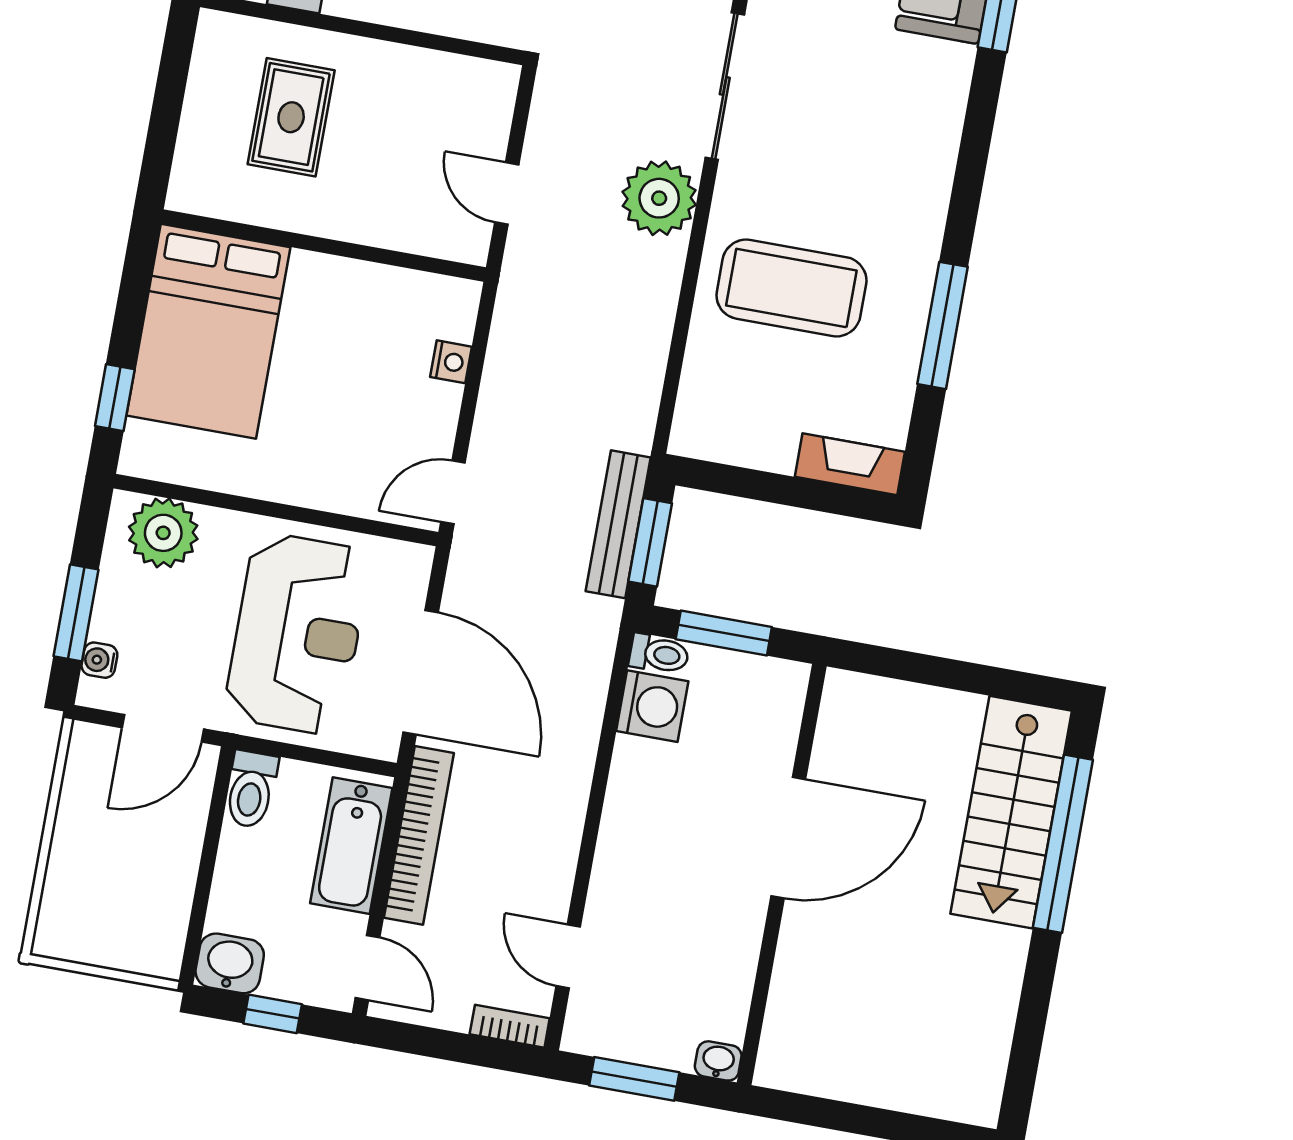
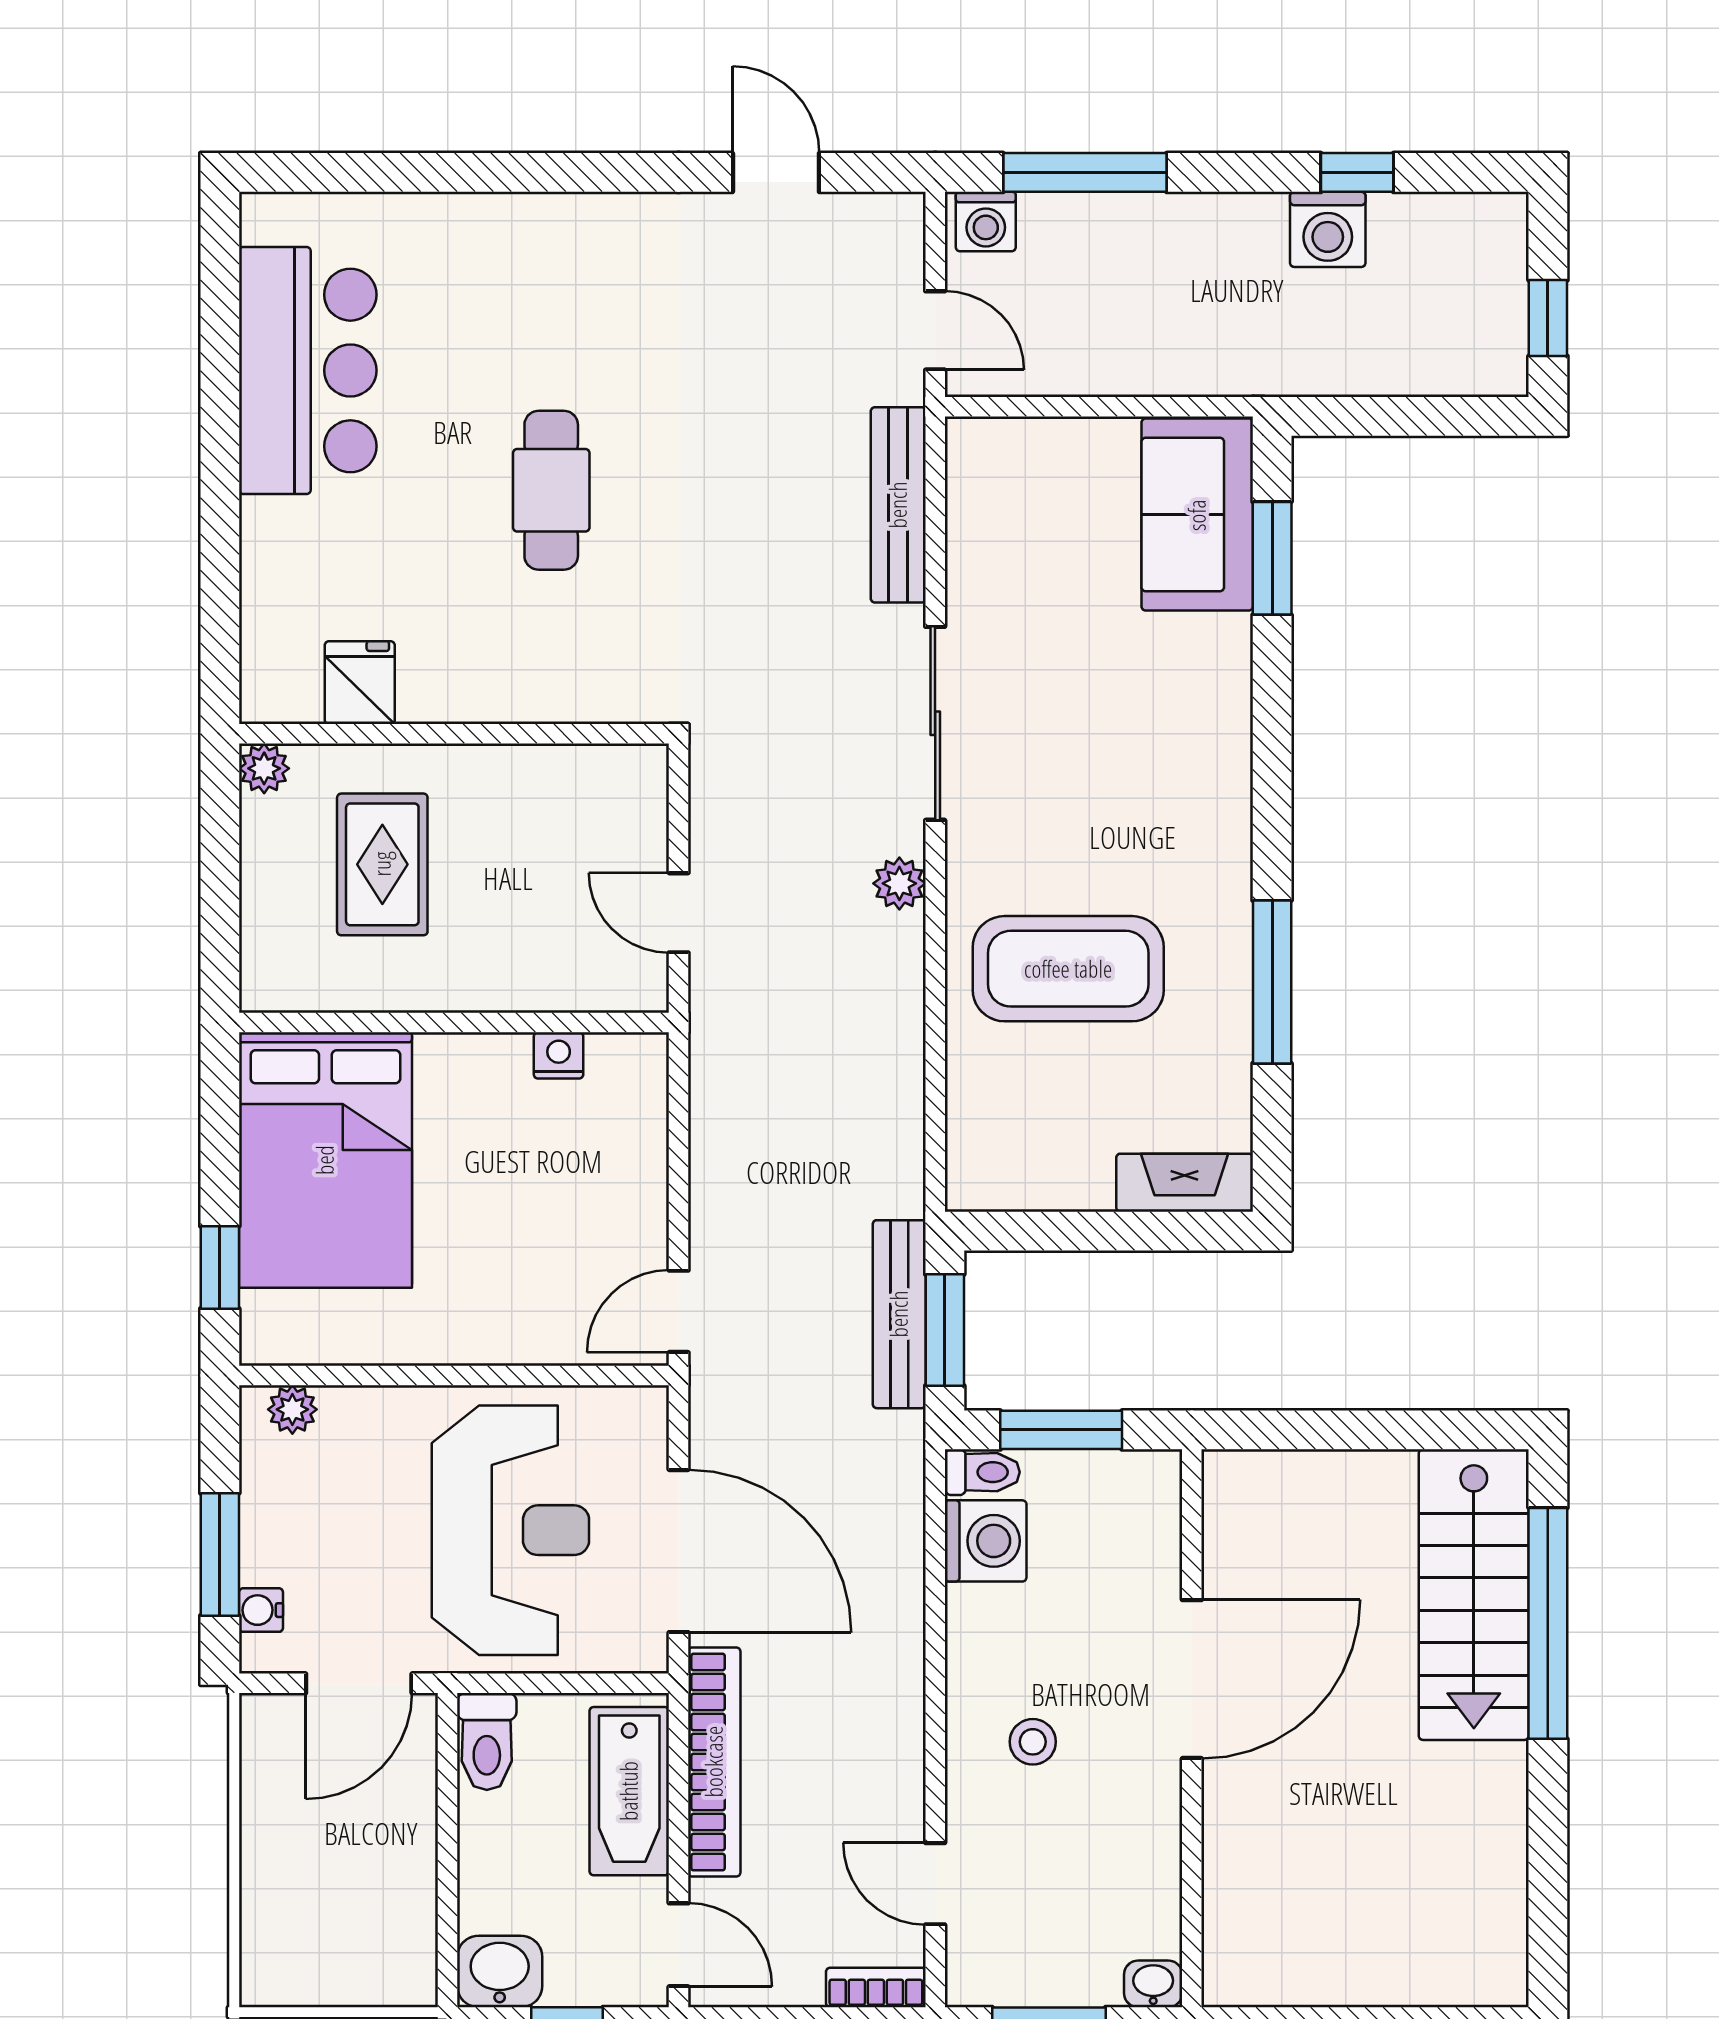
plant: (215, 29) -> (264, 768), added
plant: (659, 198) -> (899, 883), width x0.53, depth x0.53
nightstand: (451, 362) -> (559, 1055), moved, turned -90
plant: (163, 533) -> (292, 1409), width x0.53, depth x0.53
stool: (661, 863) -> (1033, 1742), added

